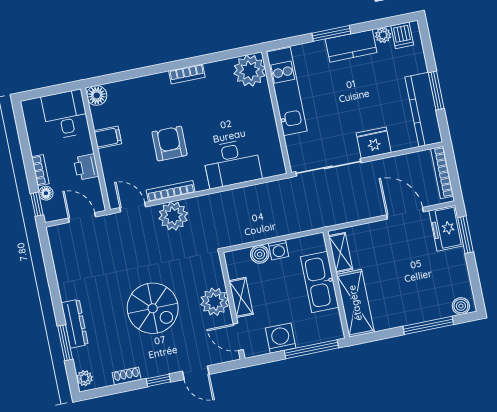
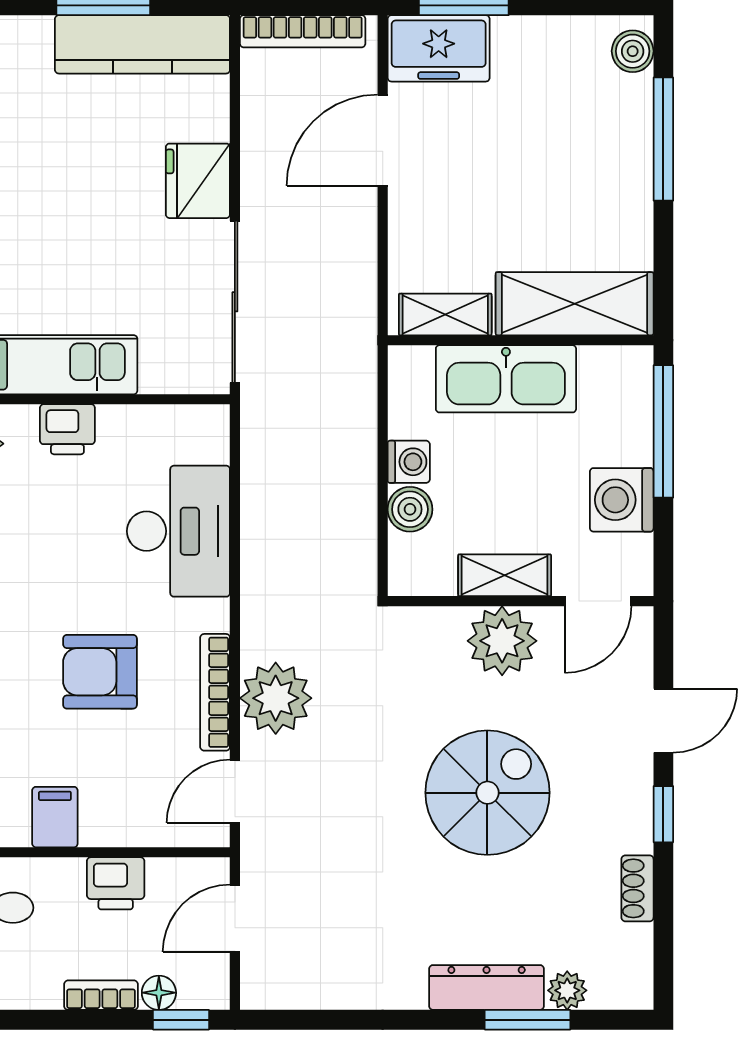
printer: (264, 111) -> (67, 429), added
plant: (84, 378) -> (567, 990), moved

